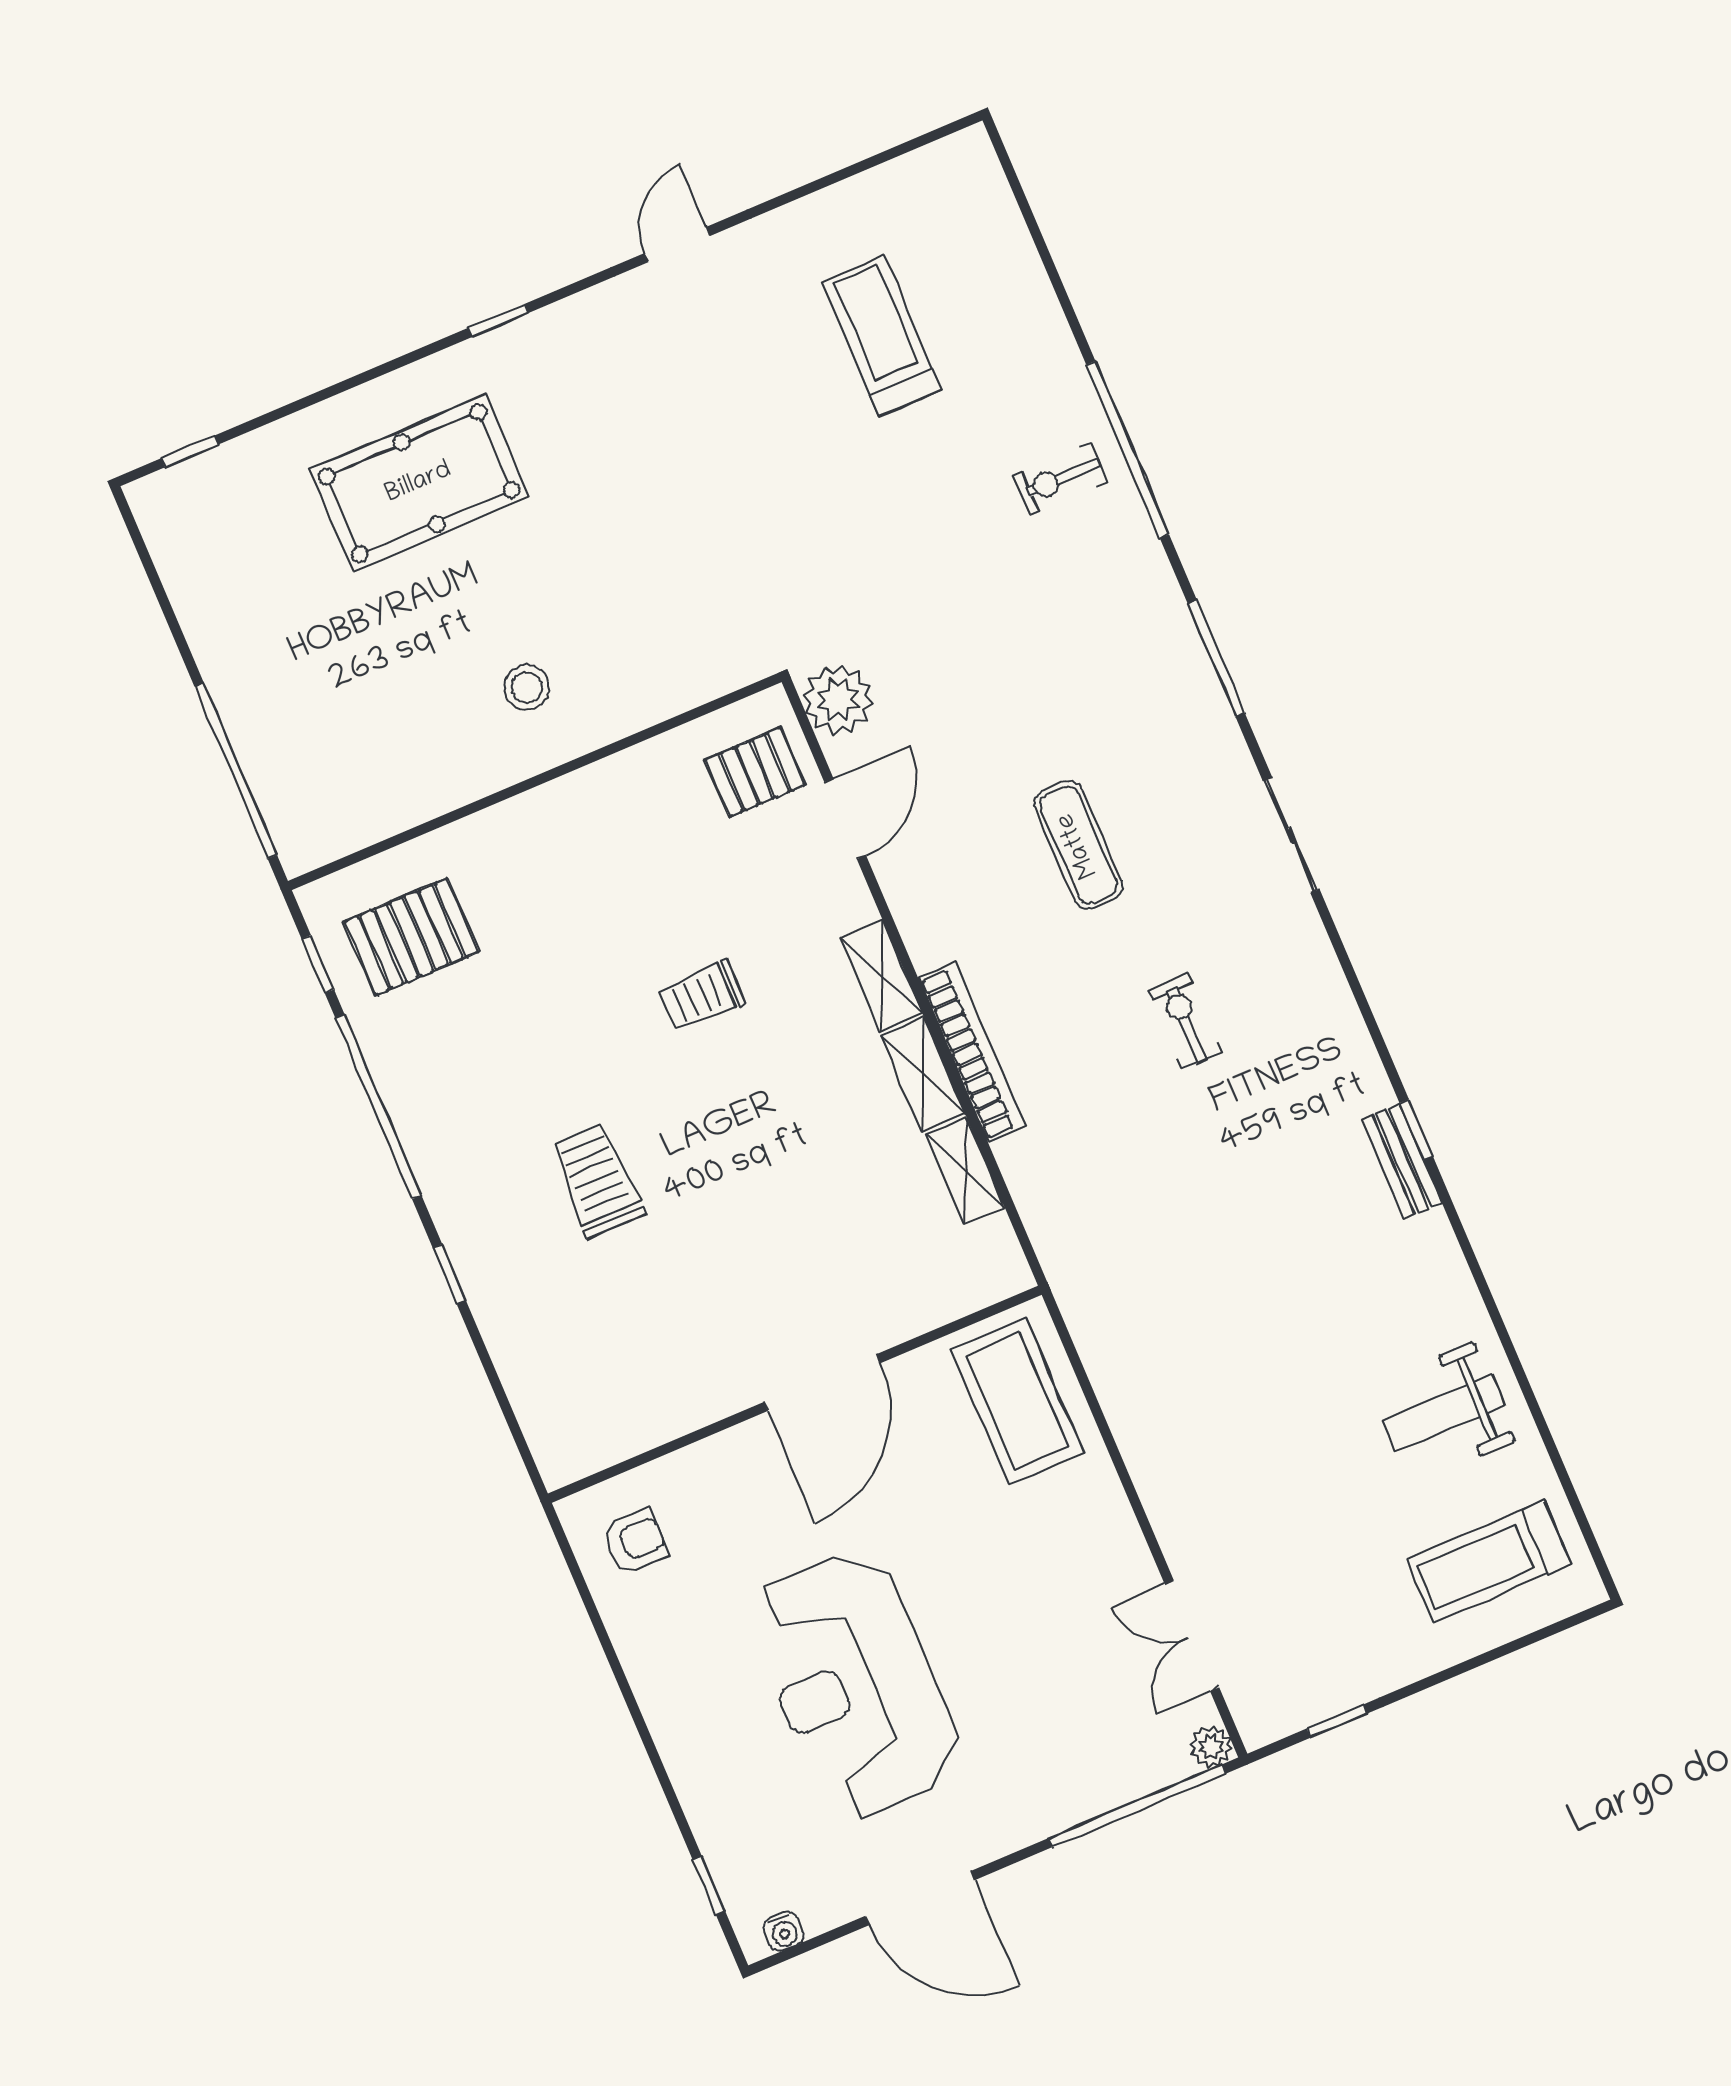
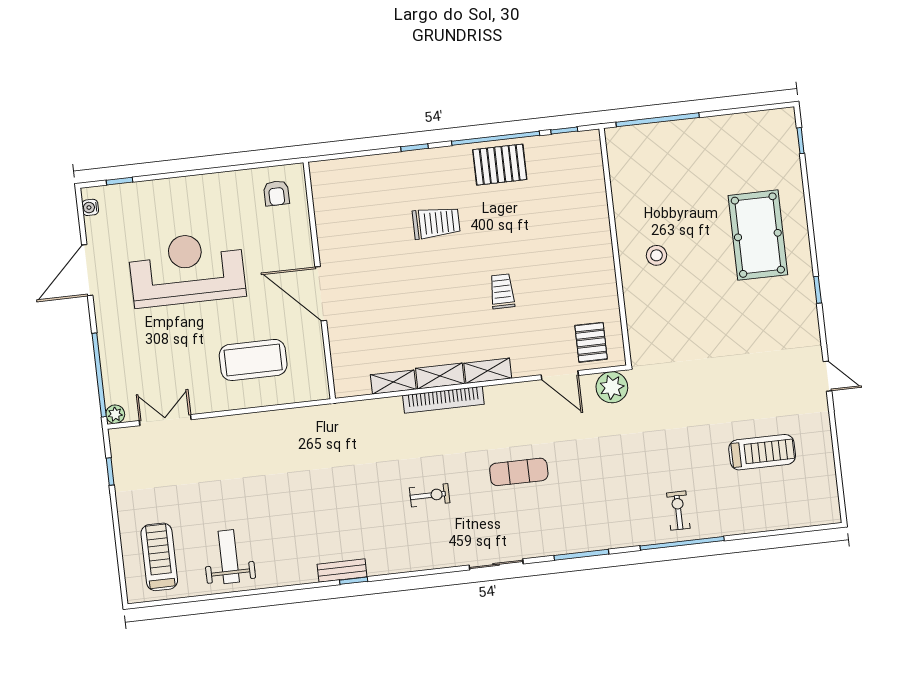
pallet: (412, 937) -> (500, 165), moved, turned 90
coffee table: (1017, 1401) -> (253, 360), moved

